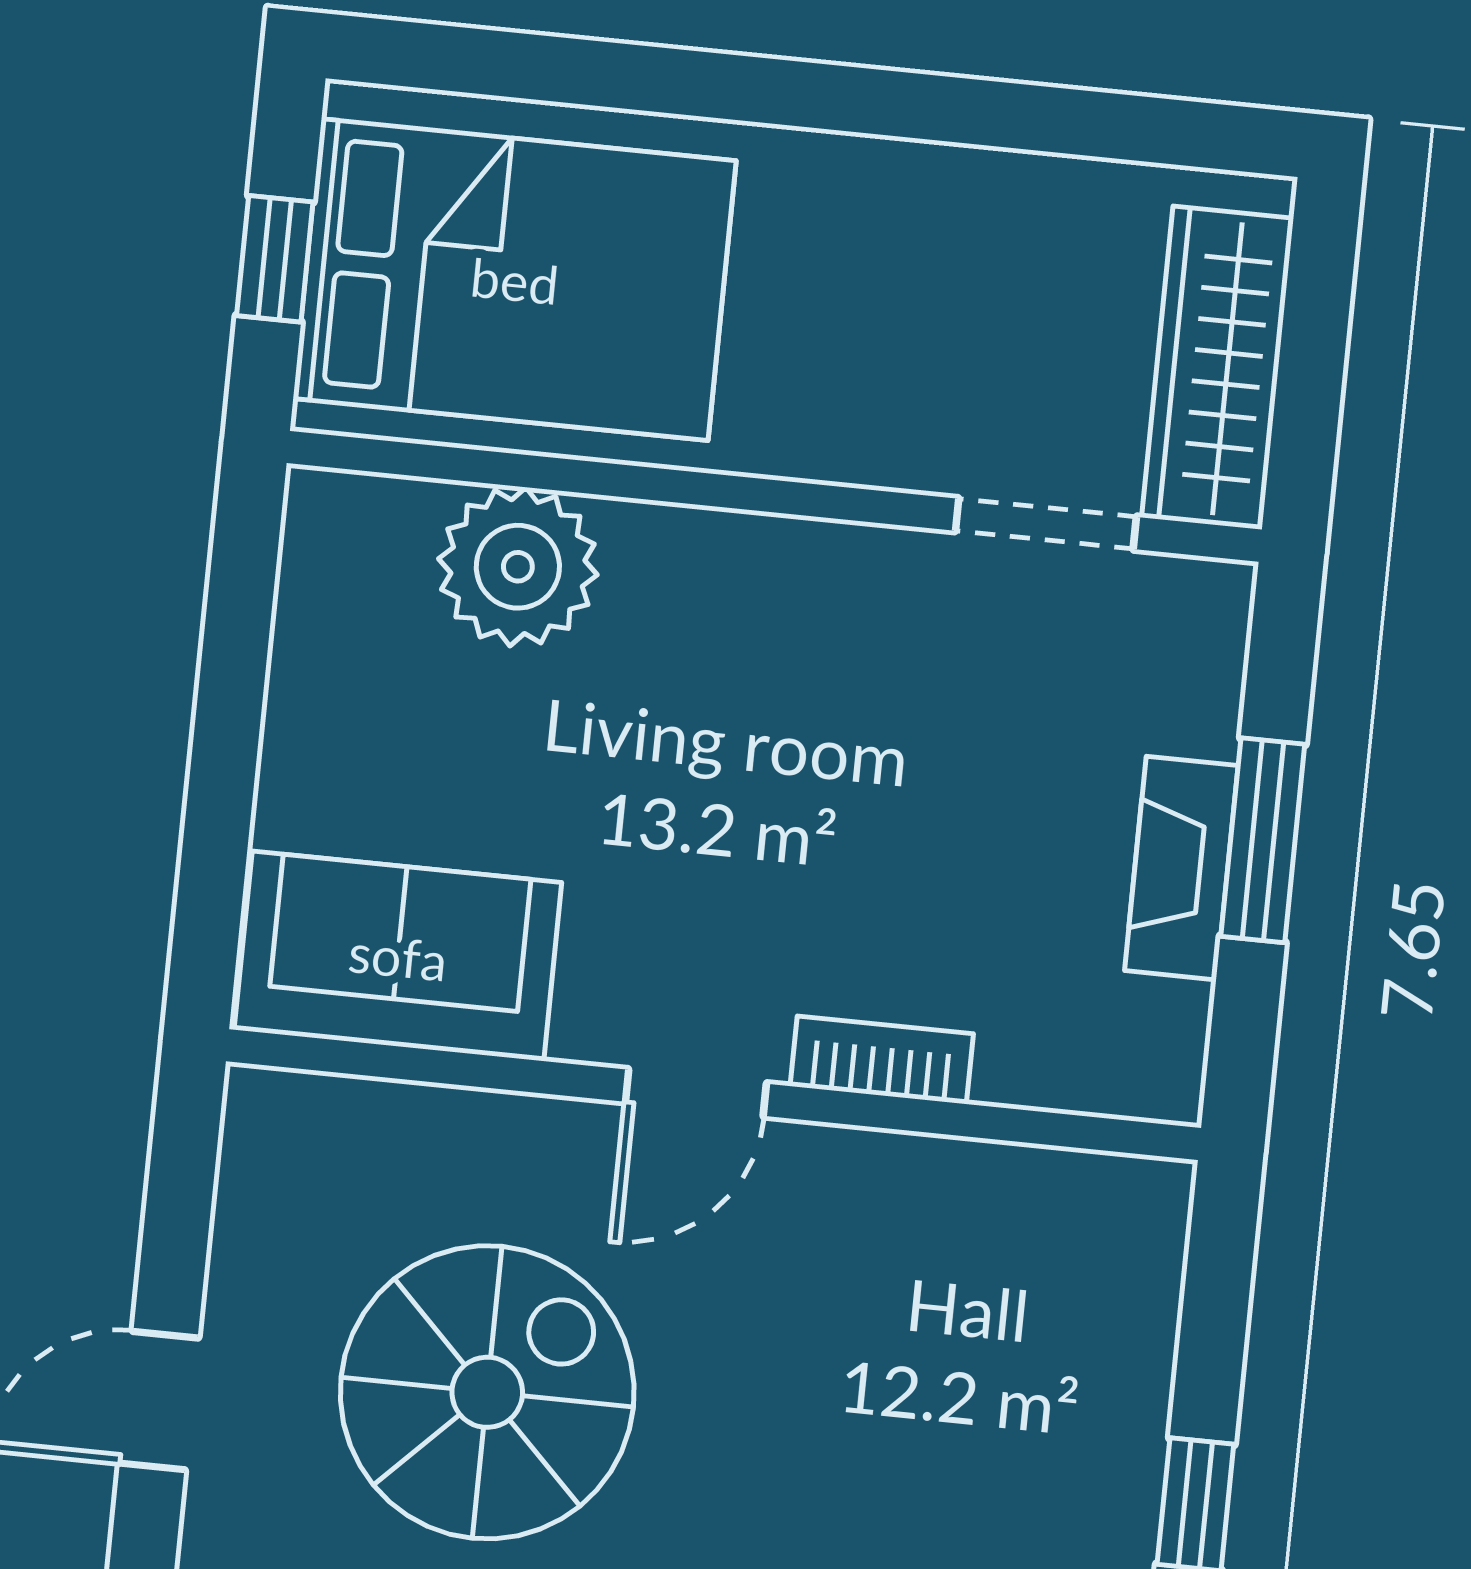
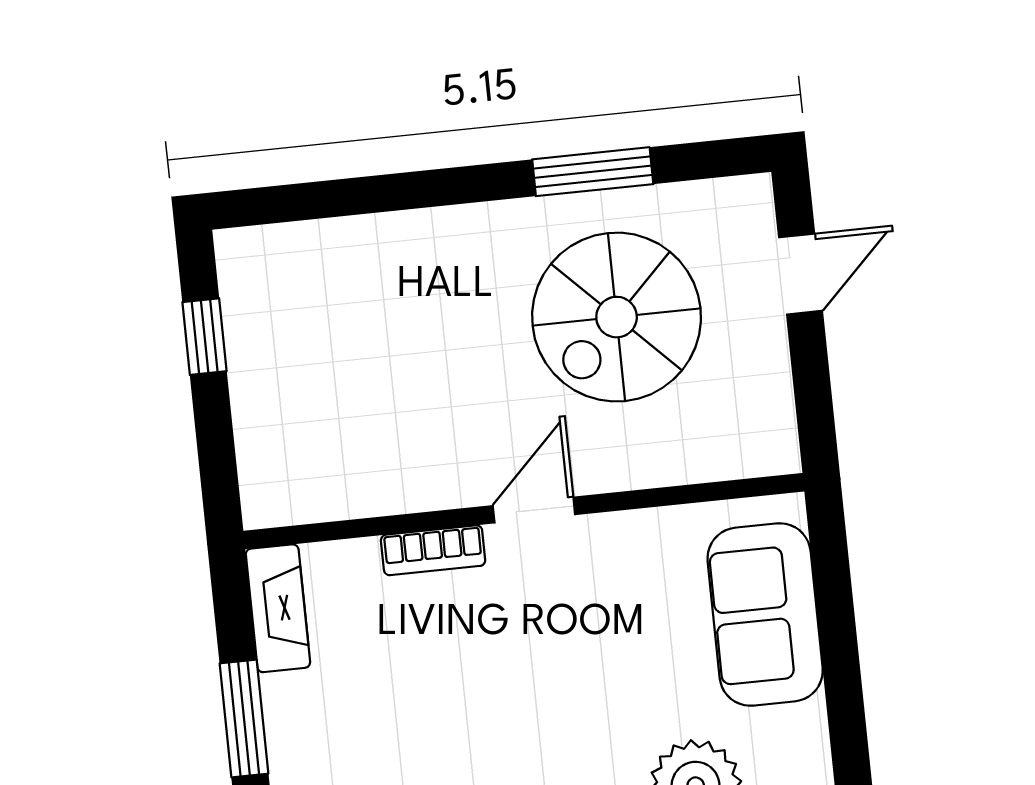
fireplace: (1181, 868) -> (278, 608), moved
sofa: (398, 956) -> (765, 614), moved, turned 90

